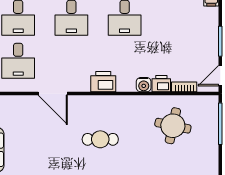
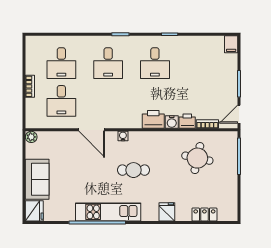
printer: (103, 82) -> (153, 119), moved
water cooler: (88, 101) -> (123, 136), added

